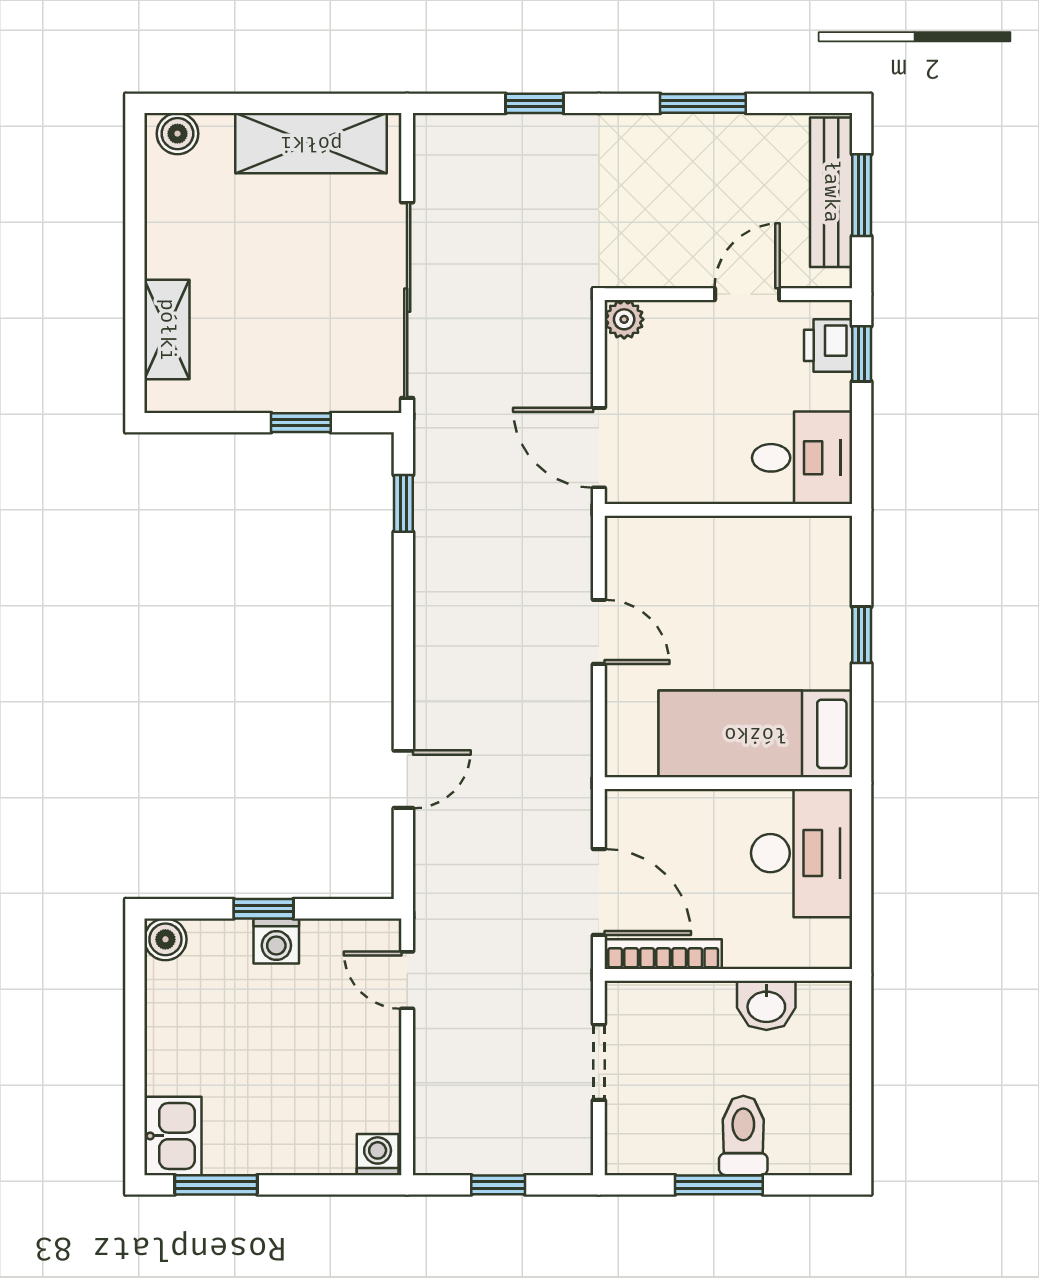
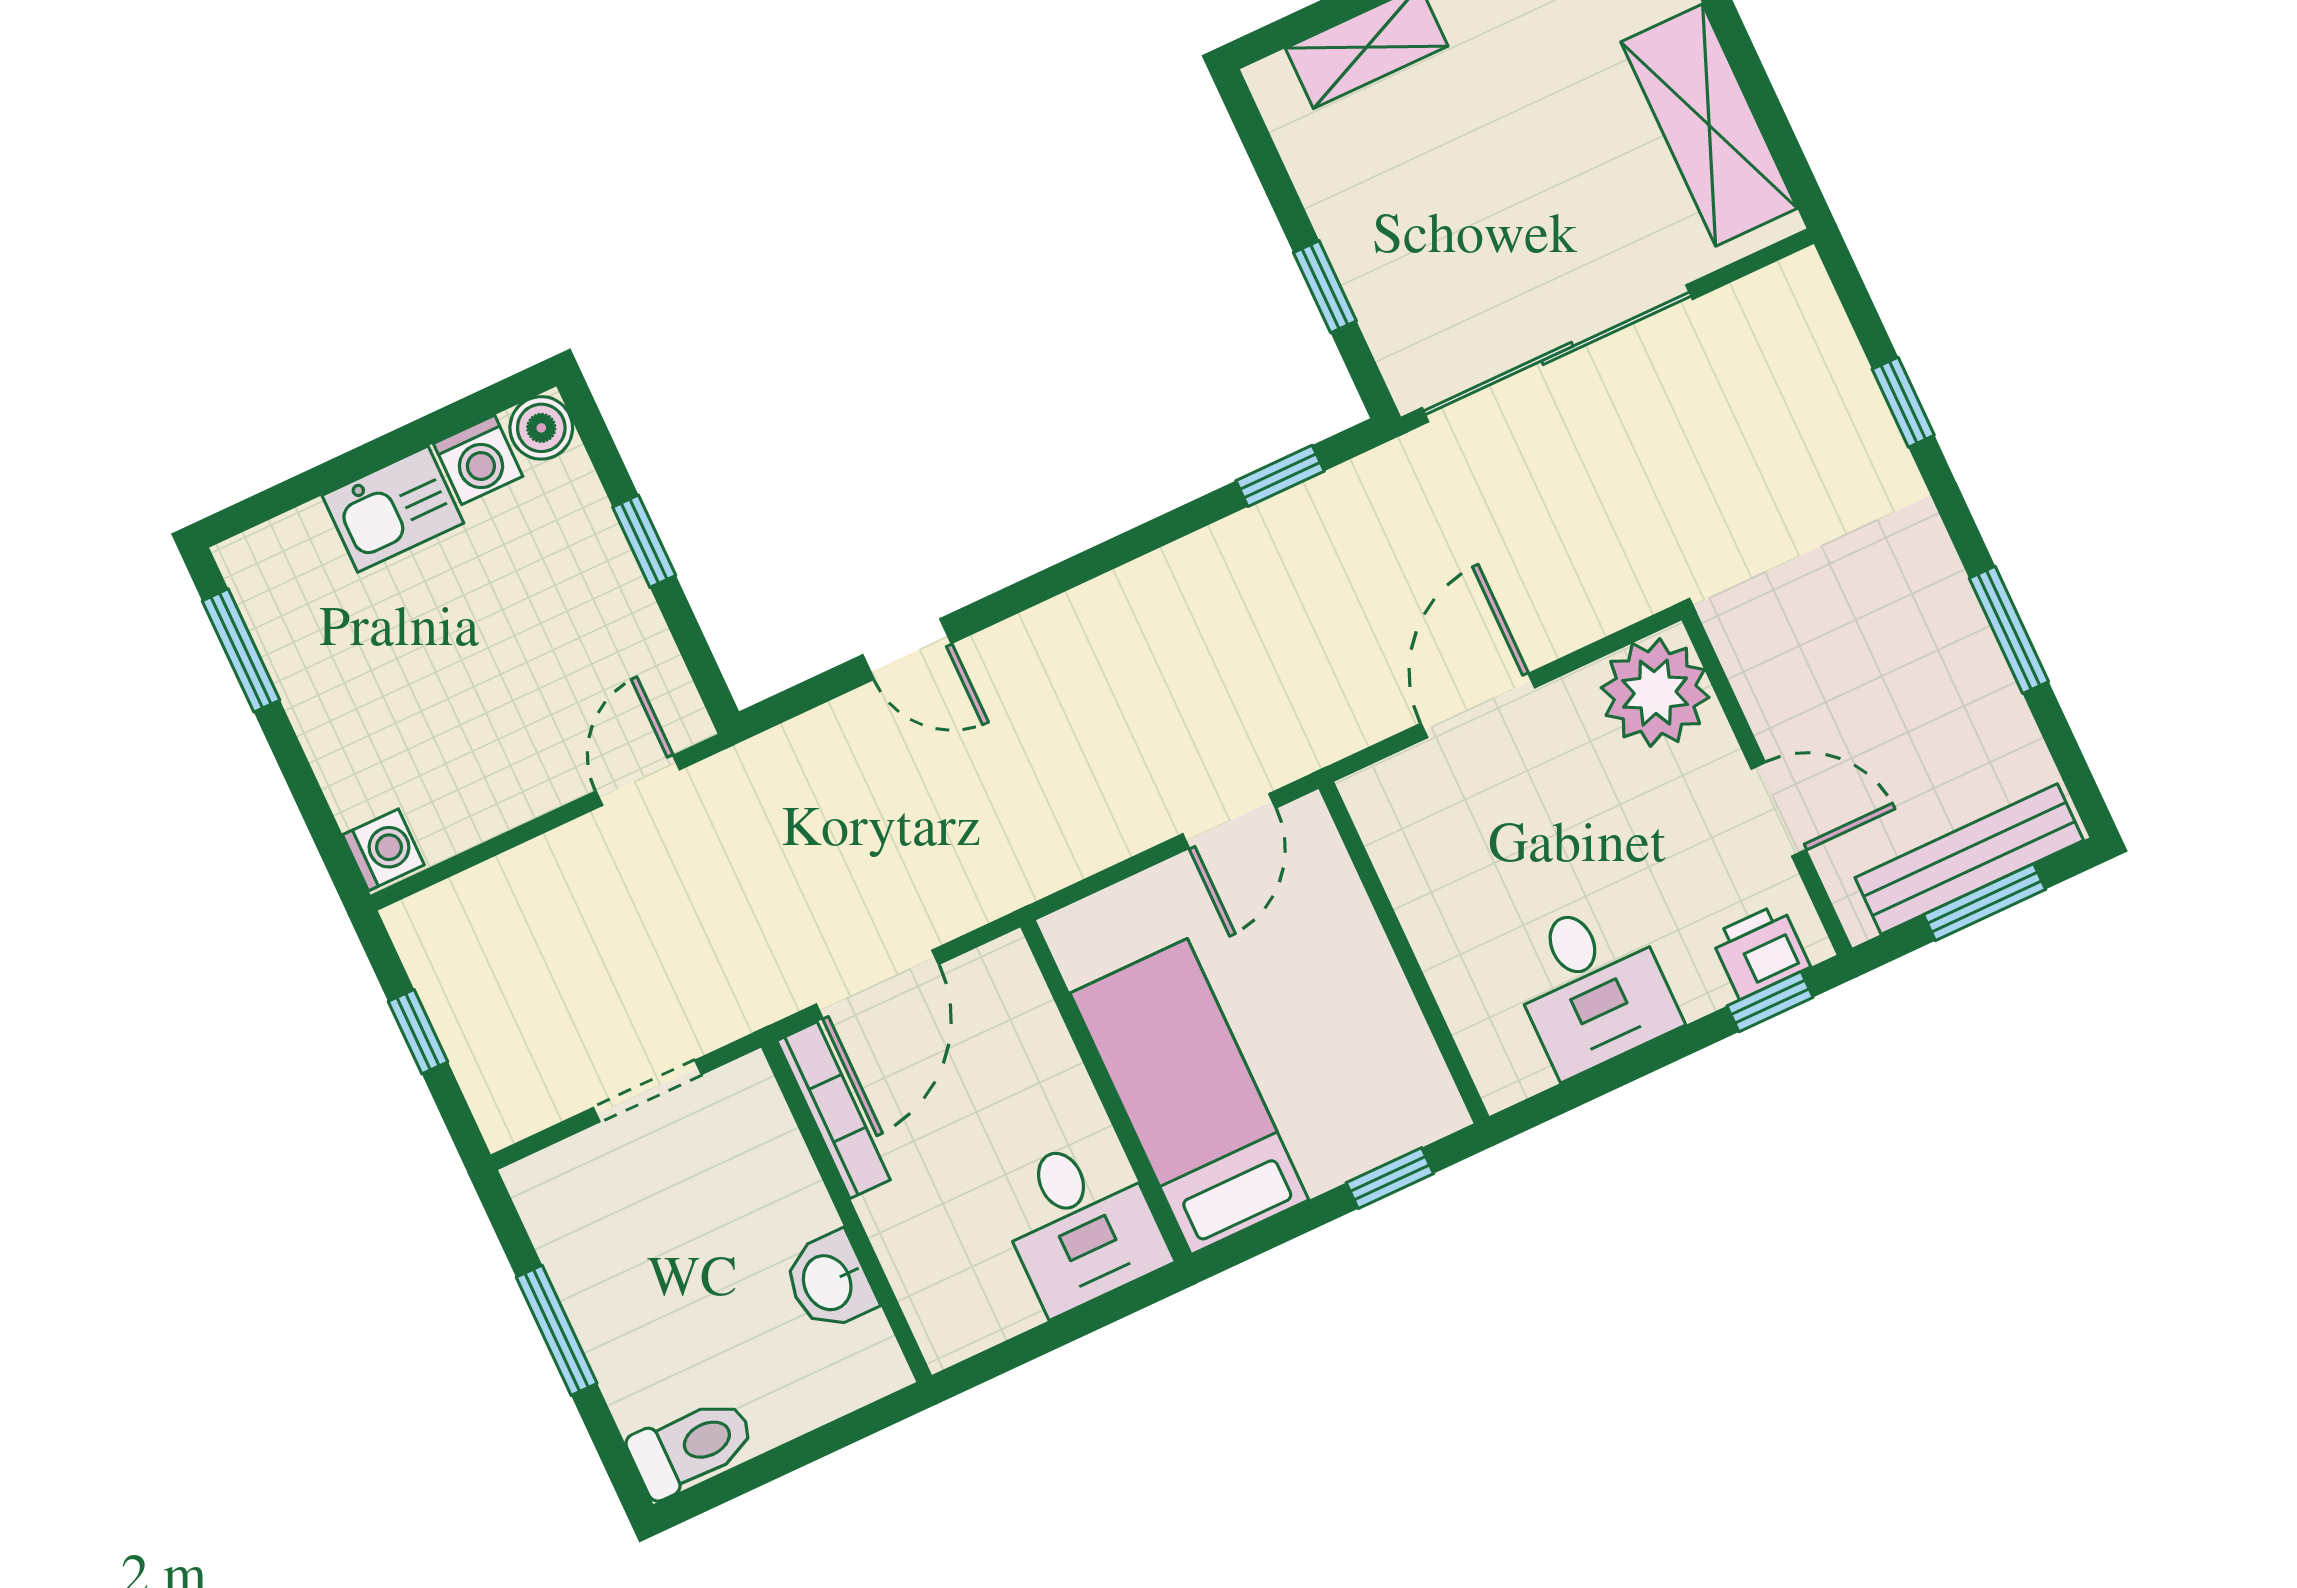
plant: (624, 319) -> (1655, 693), width x1.87, depth x1.87
wall: (728, 510) -> (1404, 953), moved
desk: (802, 853) -> (1081, 1223), width x0.73
washing machine: (276, 941) -> (478, 460), moved, turned -90
kitchen sink: (173, 1136) -> (393, 509), moved
toilet: (743, 1136) -> (692, 1447), moved

